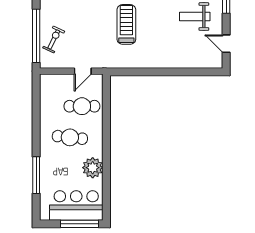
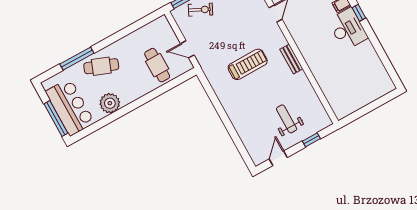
cafe table: (70, 137) -> (101, 66), moved, turned -75

